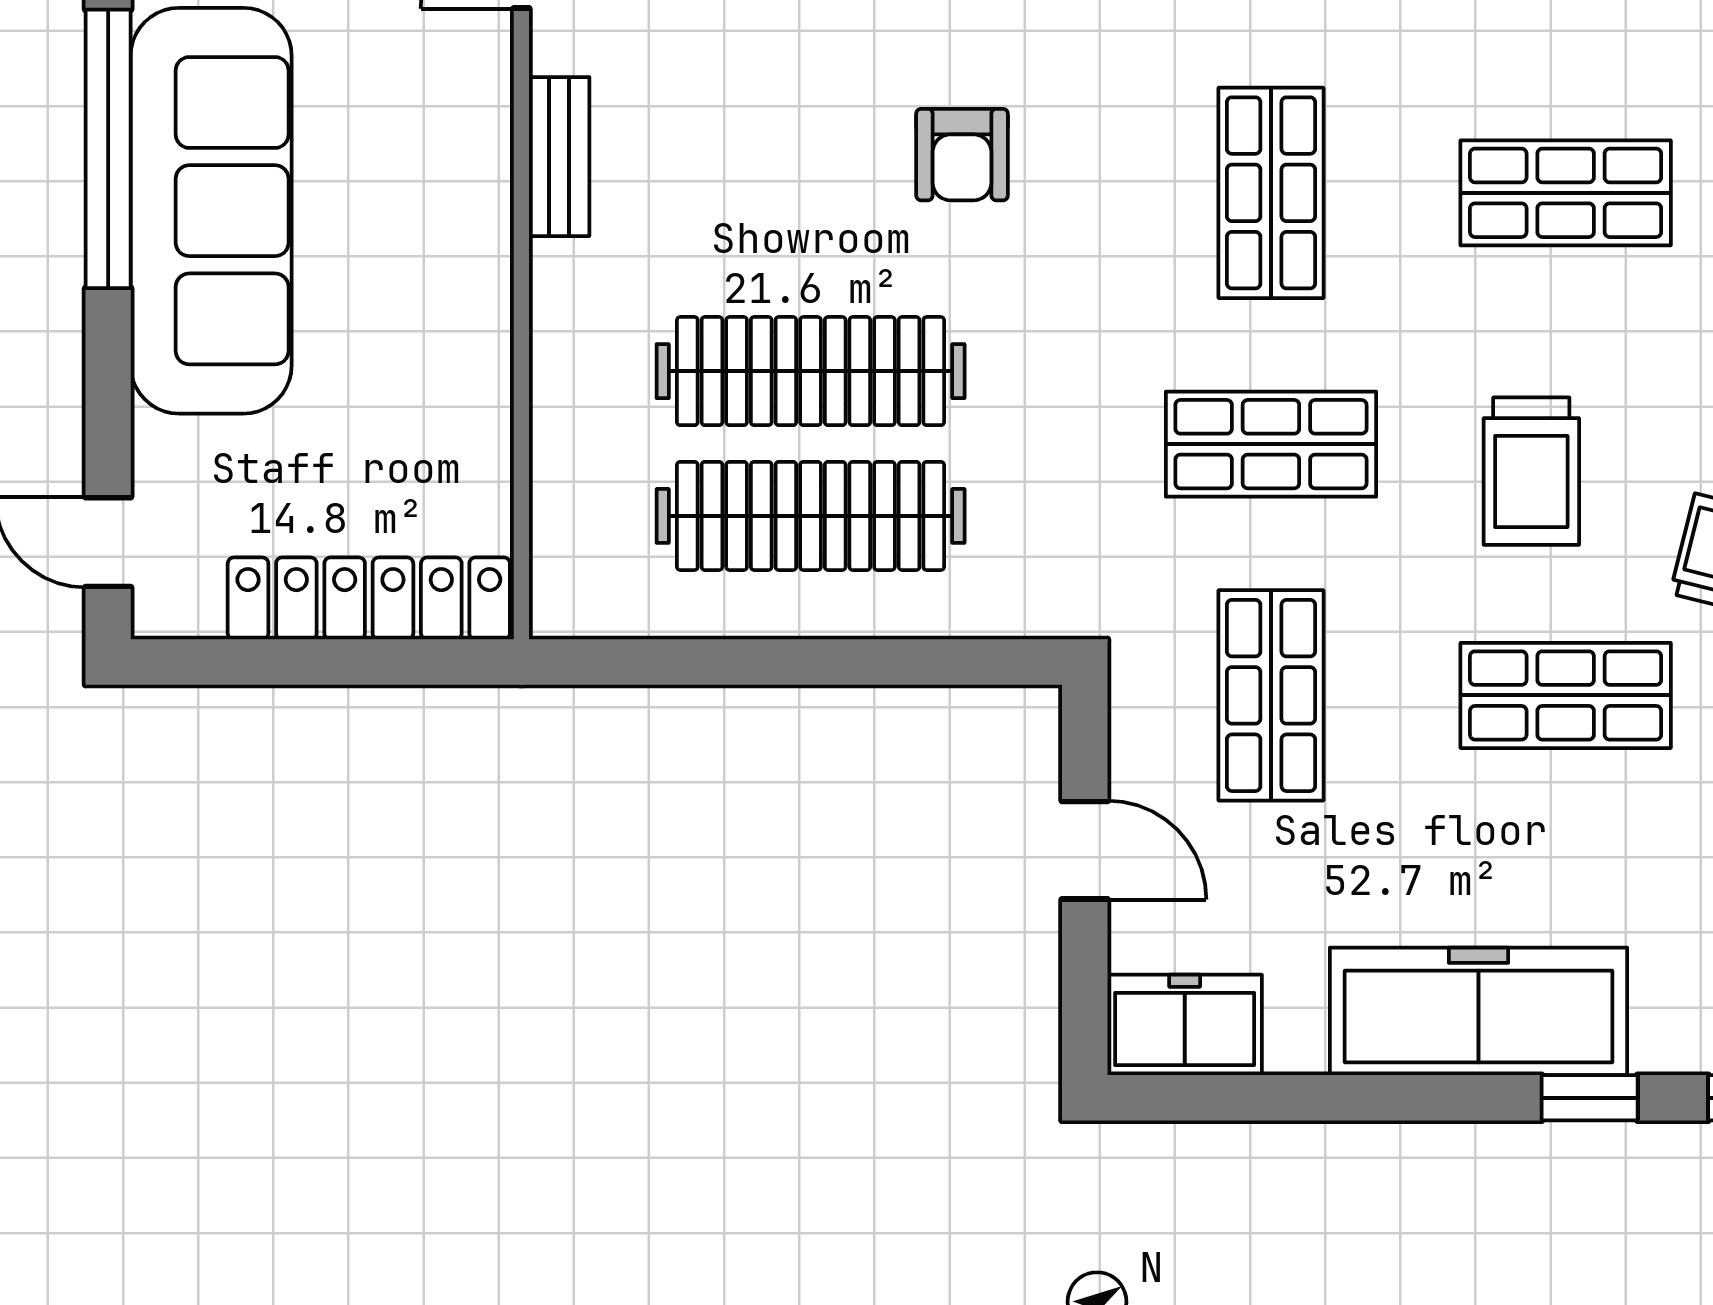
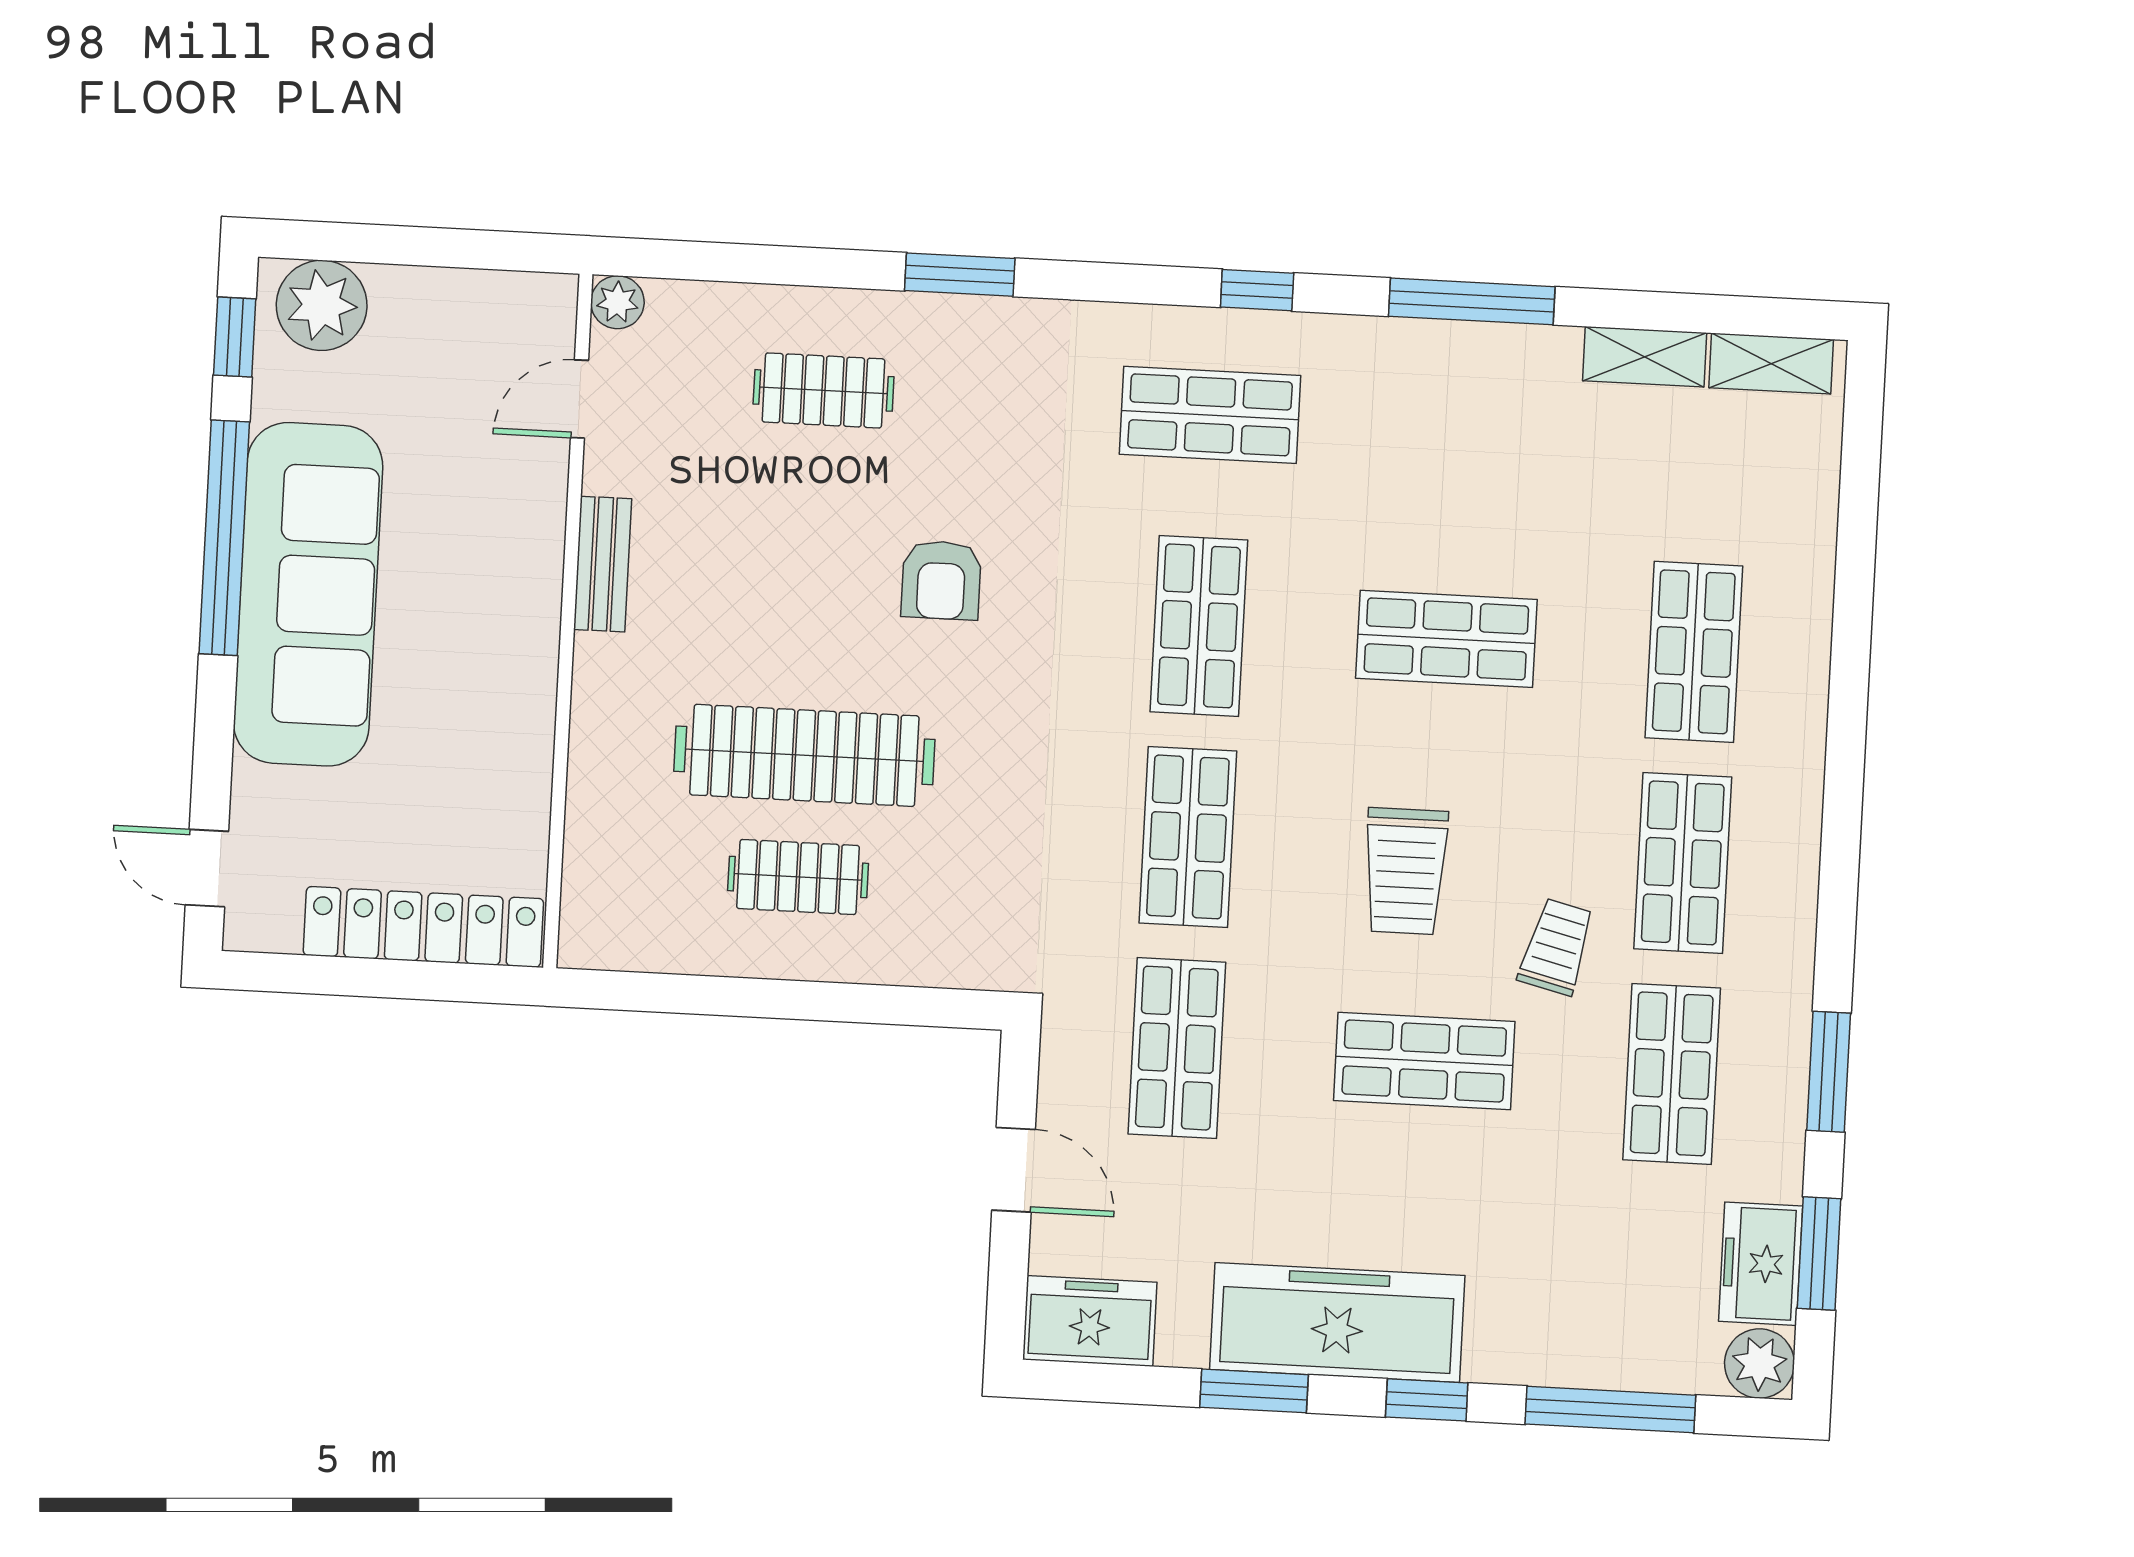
shop shelf: (1271, 444) -> (1188, 837), turned 90
clothes rail: (811, 516) -> (798, 877), width x0.54, depth x0.76
window: (1384, 1098) -> (1254, 1391), added

